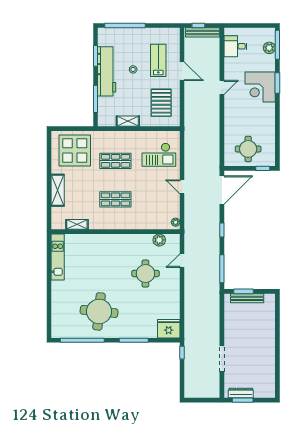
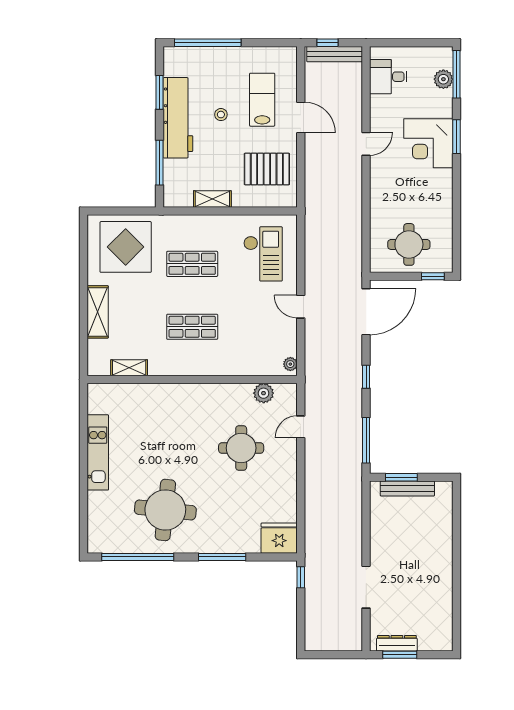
pallet: (161, 103) -> (267, 169), turned 90
checkout: (159, 155) -> (263, 254), turned -90
kitchen unit: (58, 257) -> (98, 452), moved

